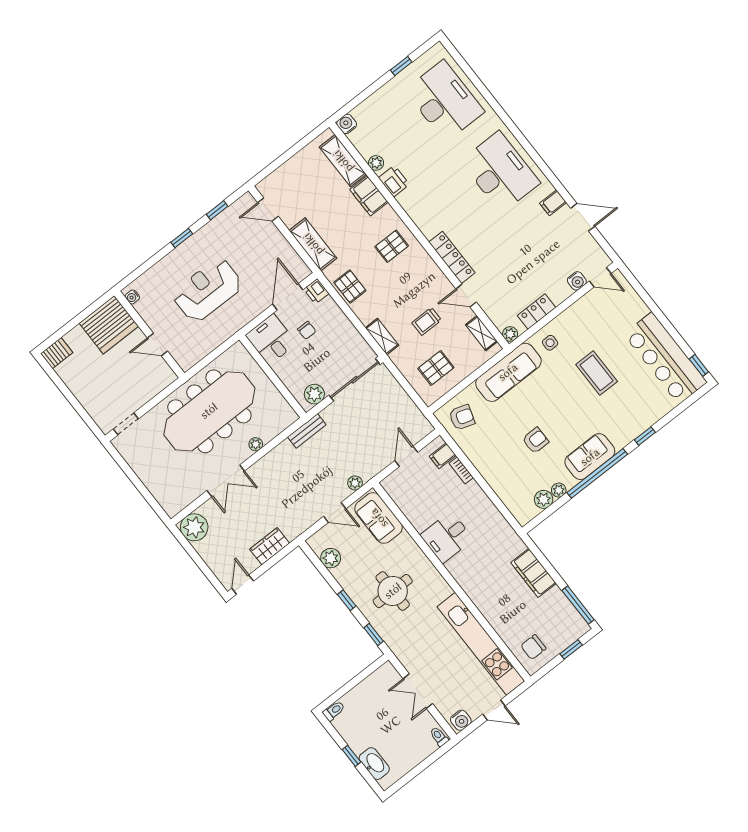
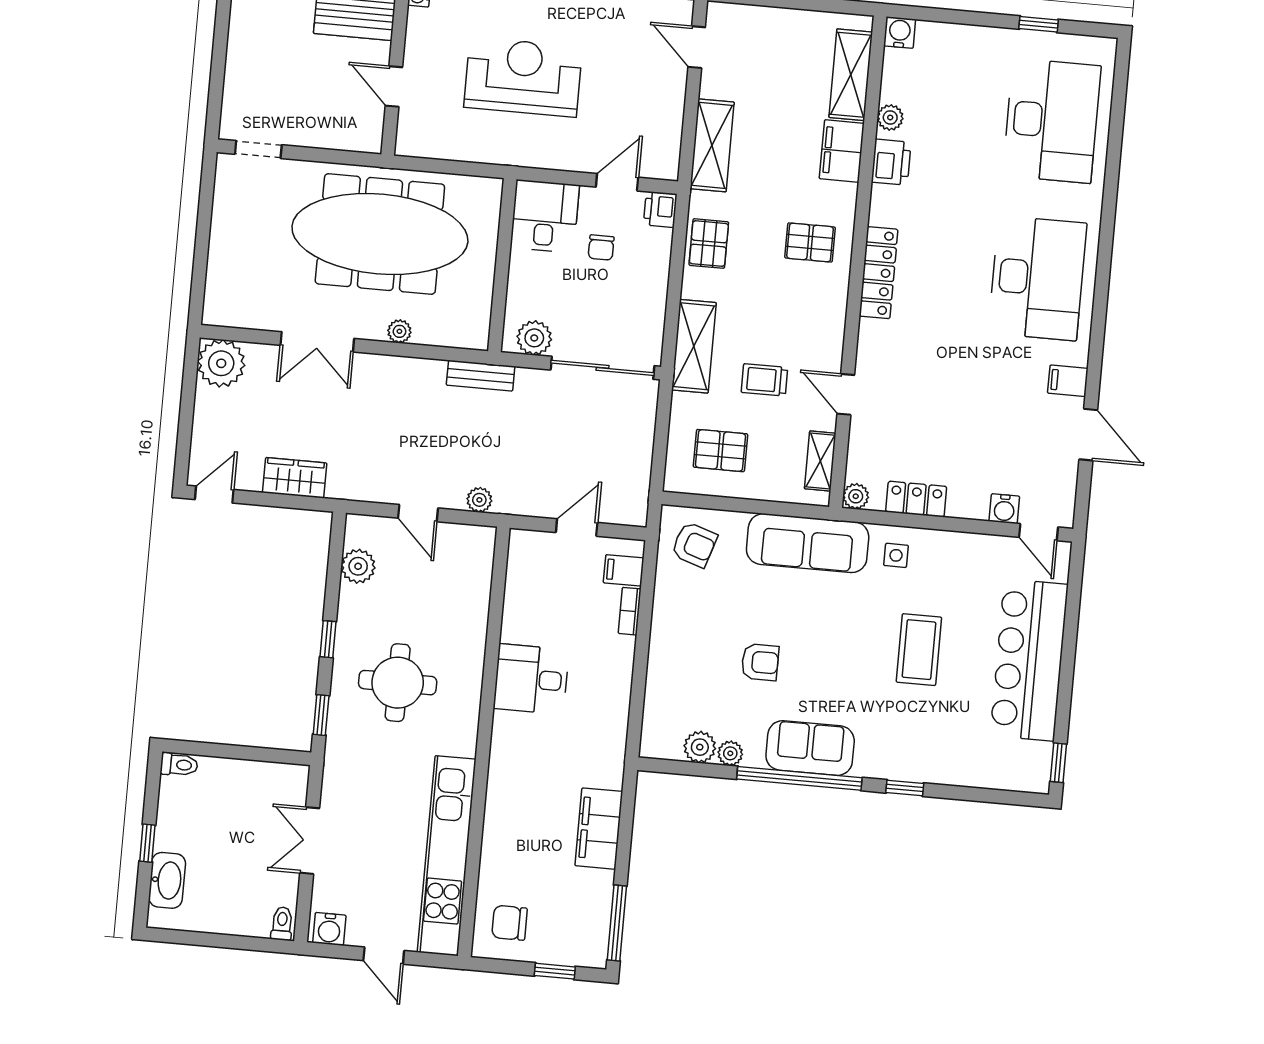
locker: (452, 257) -> (879, 273), moved
door: (288, 297) -> (617, 182), width x0.73
shelving: (382, 337) -> (694, 346), width x1.50, depth x1.33
bar counter: (665, 358) -> (1029, 660), moved
sofa: (379, 518) -> (467, 573), removed

